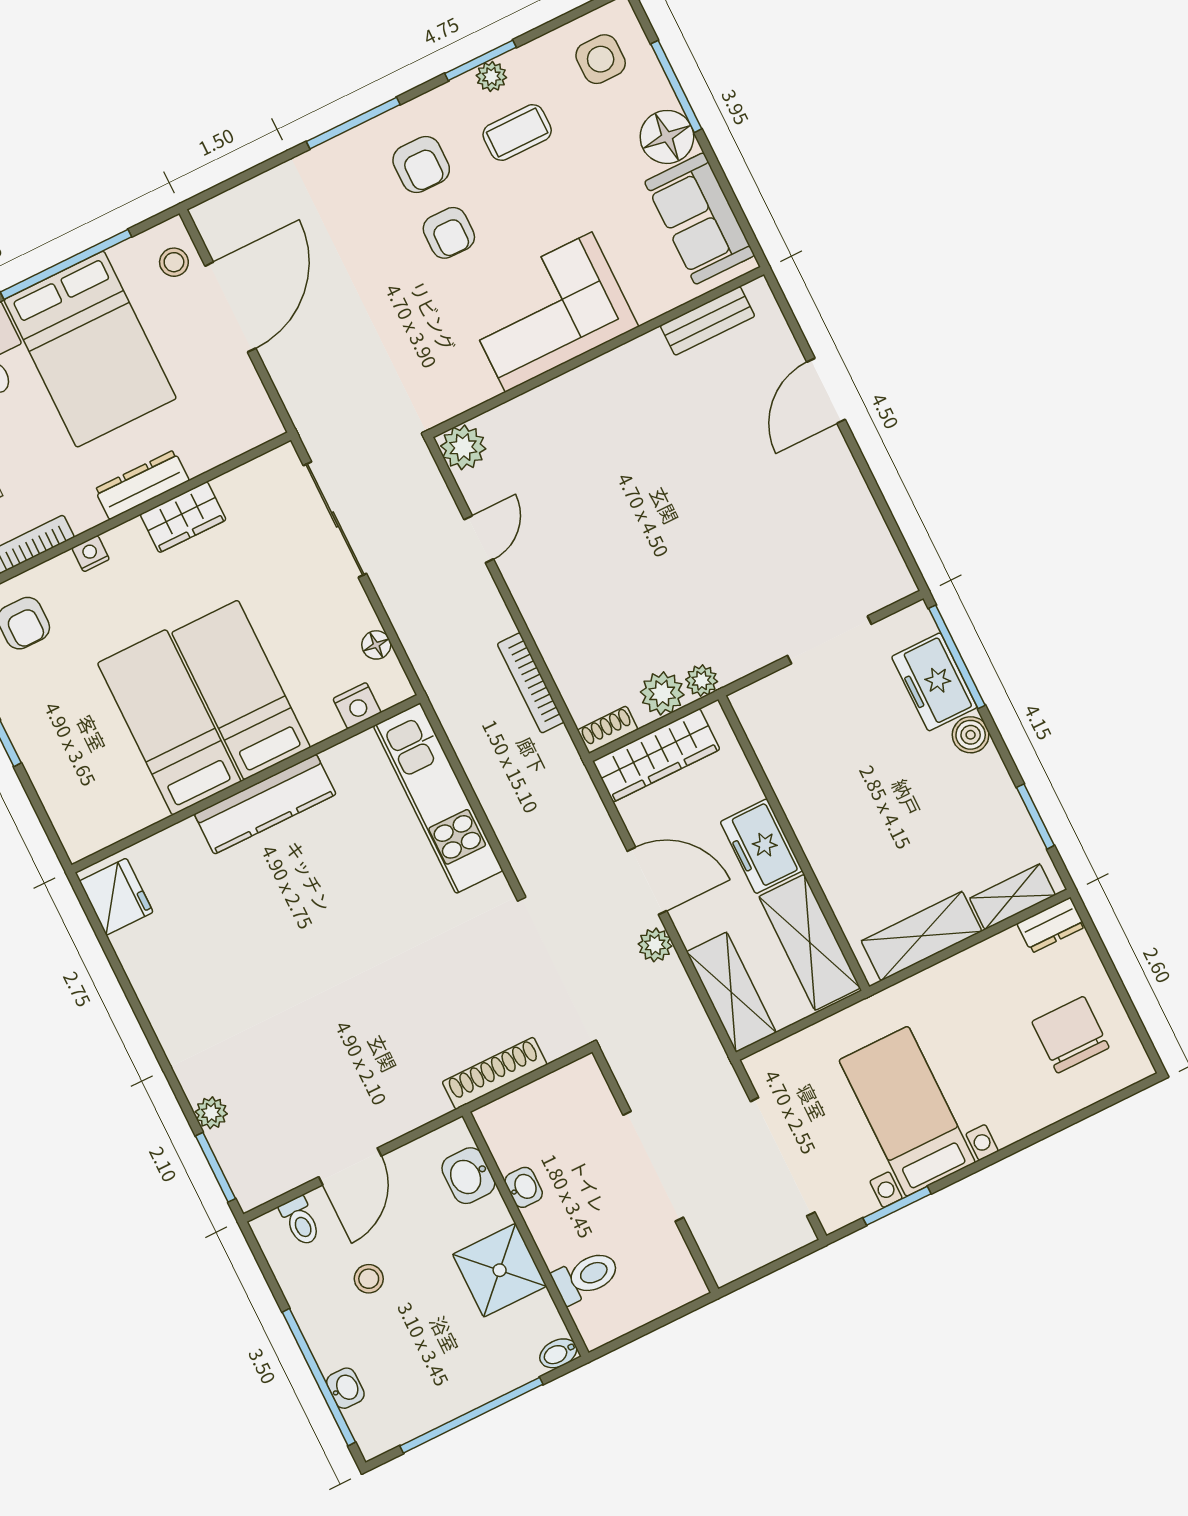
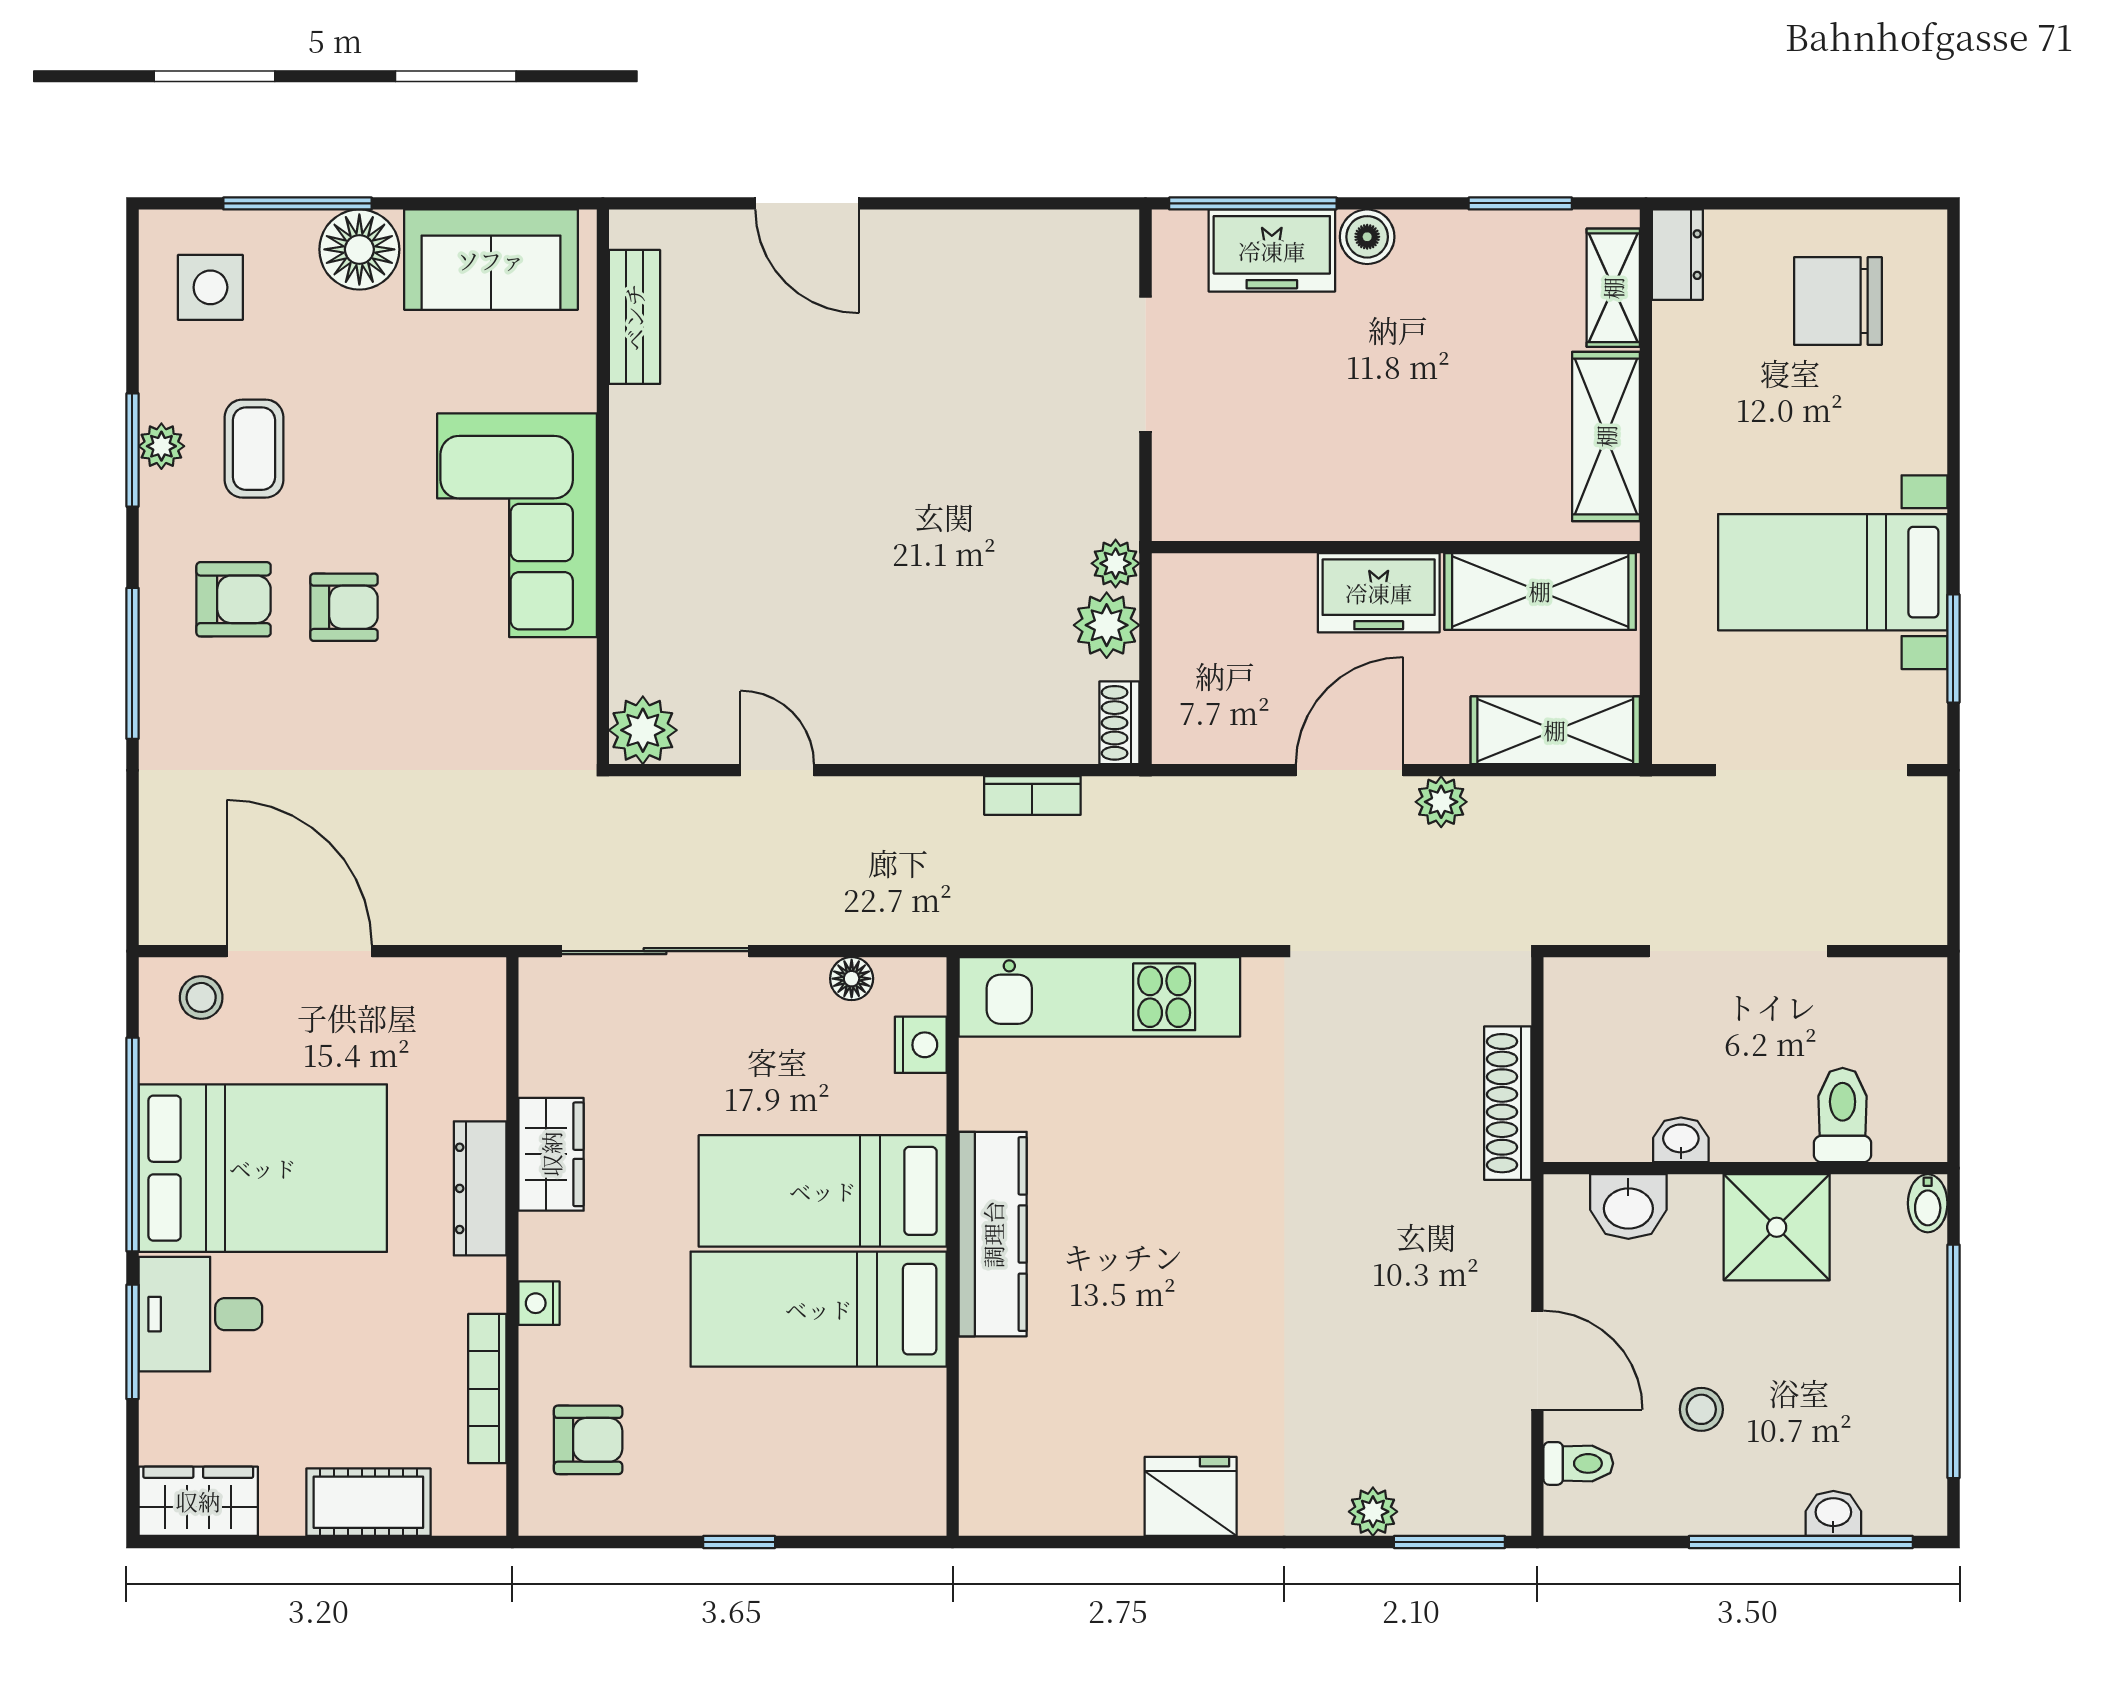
bookcase: (531, 683) -> (1032, 796), width x0.64
wardrobe: (656, 755) -> (1186, 674), removed
fridge: (116, 897) -> (1191, 1496), moved

